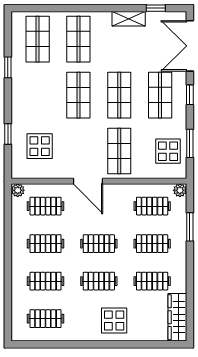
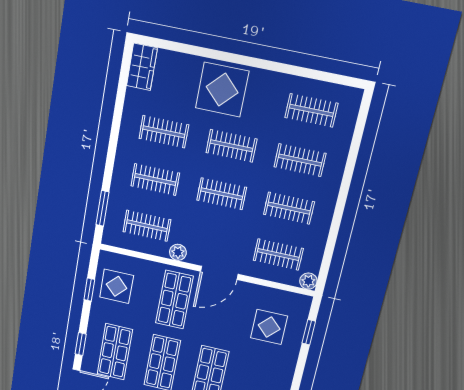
window: (8, 134) -> (309, 332), moved
window: (190, 143) -> (89, 290), width x0.67
door: (88, 181) -> (219, 273), swing flipped
plant: (180, 190) -> (178, 252), moved
window: (190, 227) -> (102, 208), moved
wardrobe: (177, 317) -> (142, 67), width x0.67
display table: (114, 320) -> (222, 90), width x1.36, depth x1.36

